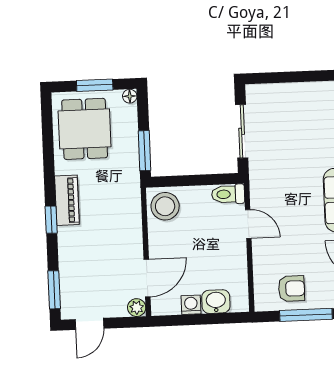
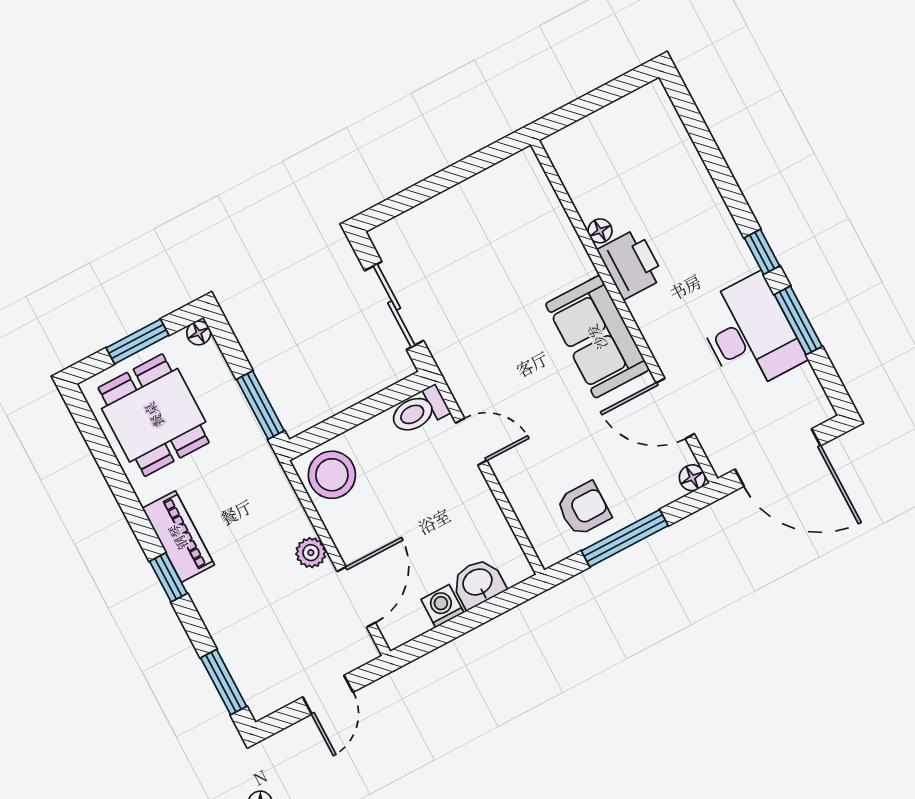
plant: (137, 308) -> (311, 553), moved
door: (89, 324) -> (328, 695), moved

